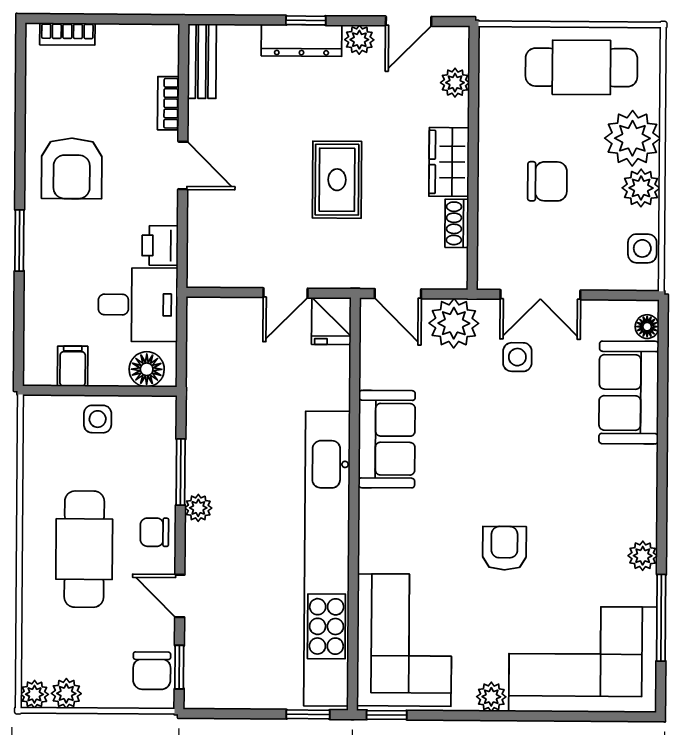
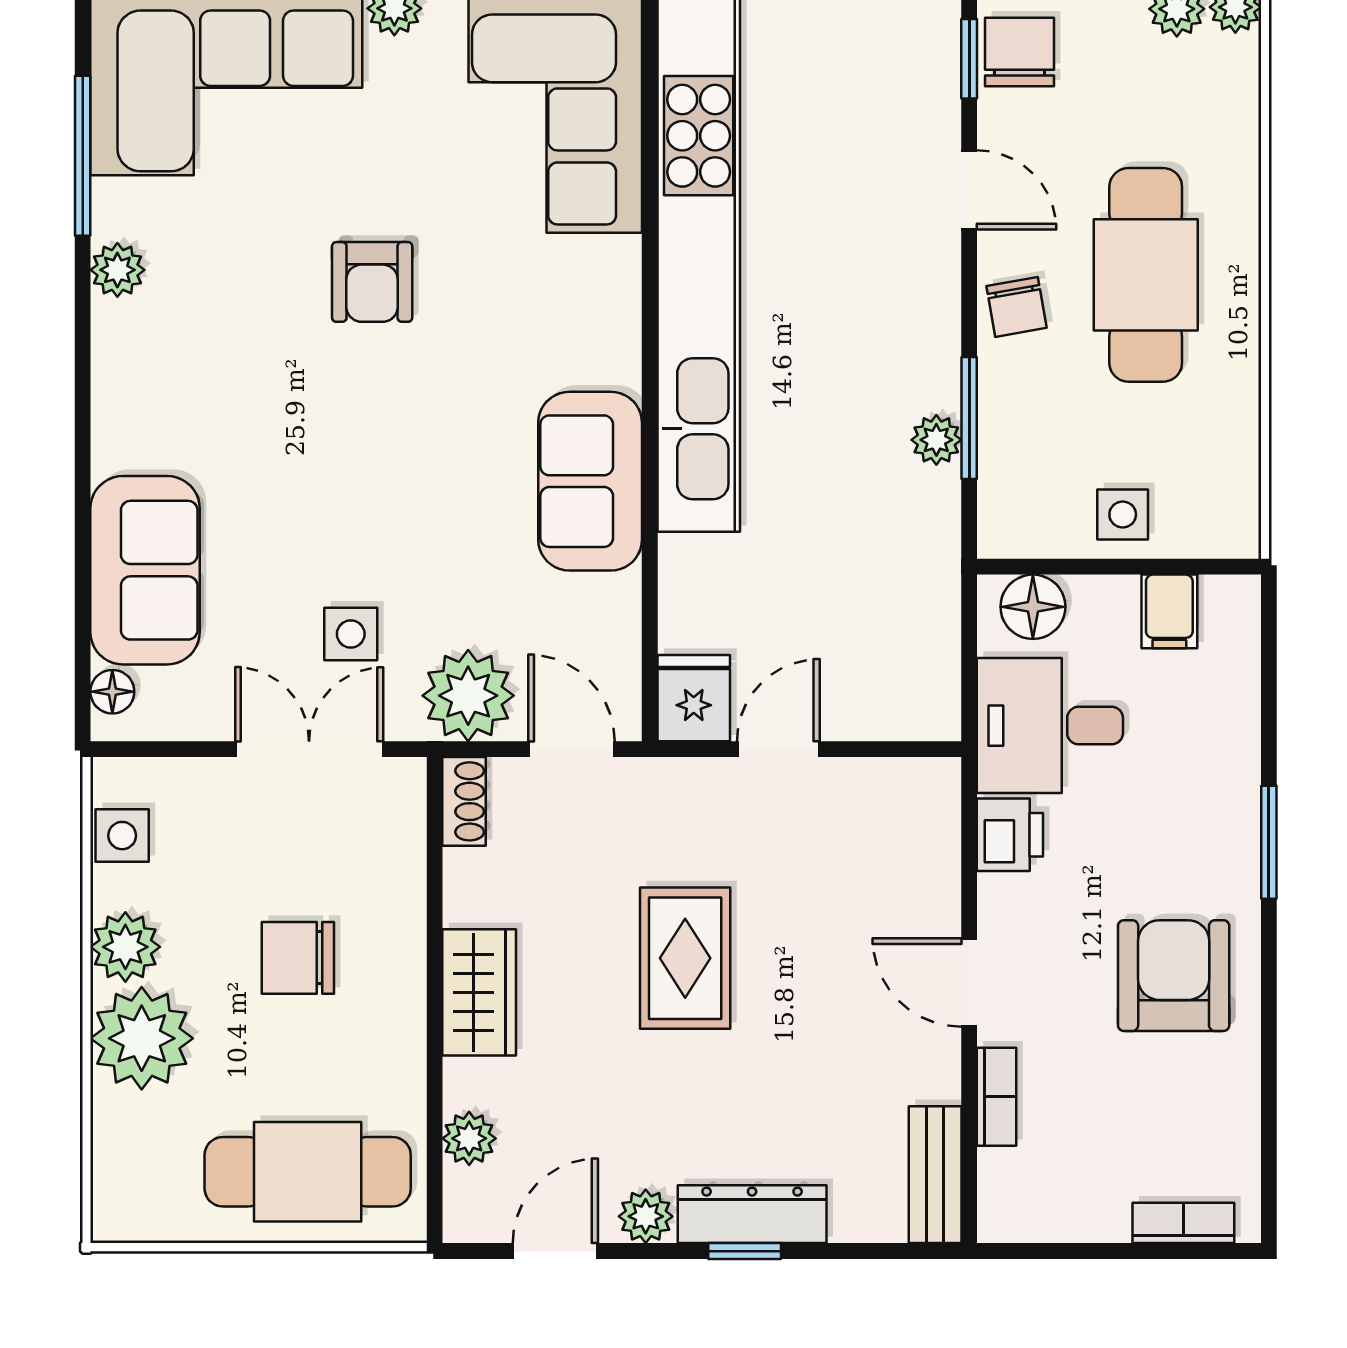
cafe table: (581, 67) -> (308, 1172), moved
shoe rack: (457, 223) -> (464, 801), moved
plant: (198, 508) -> (936, 440), moved
chair: (154, 532) -> (1017, 307), turned 80

